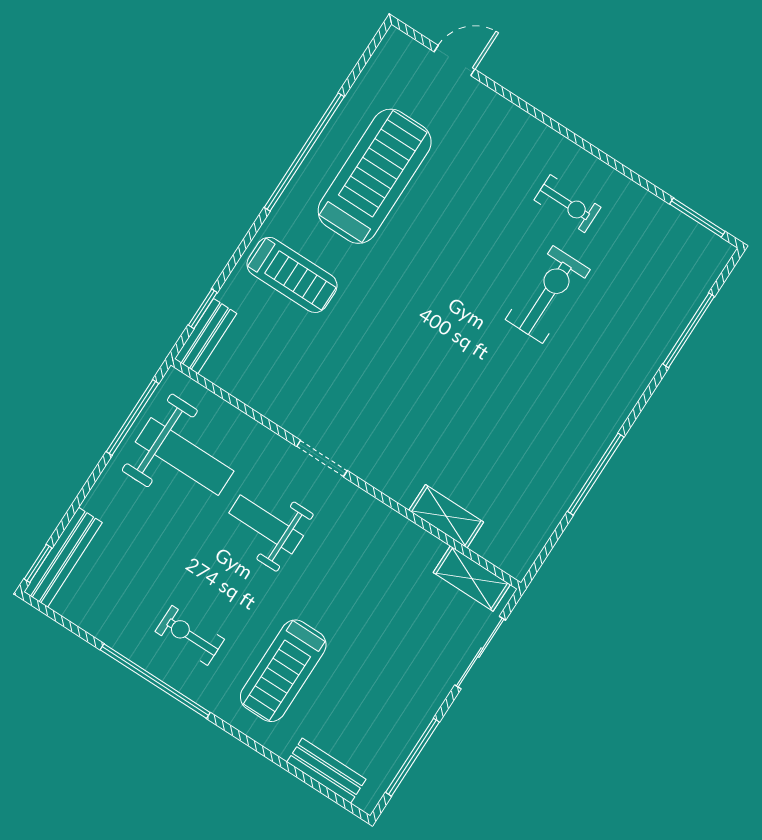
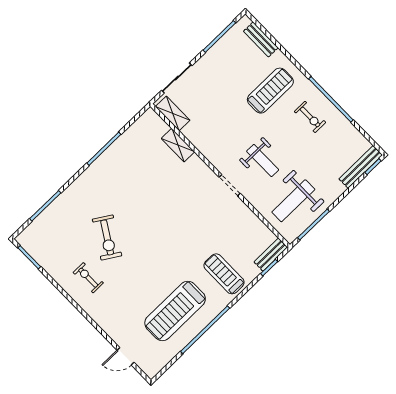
exercise bike: (548, 295) -> (107, 237), turned -58
weight bench: (185, 457) -> (293, 201), turned -90

